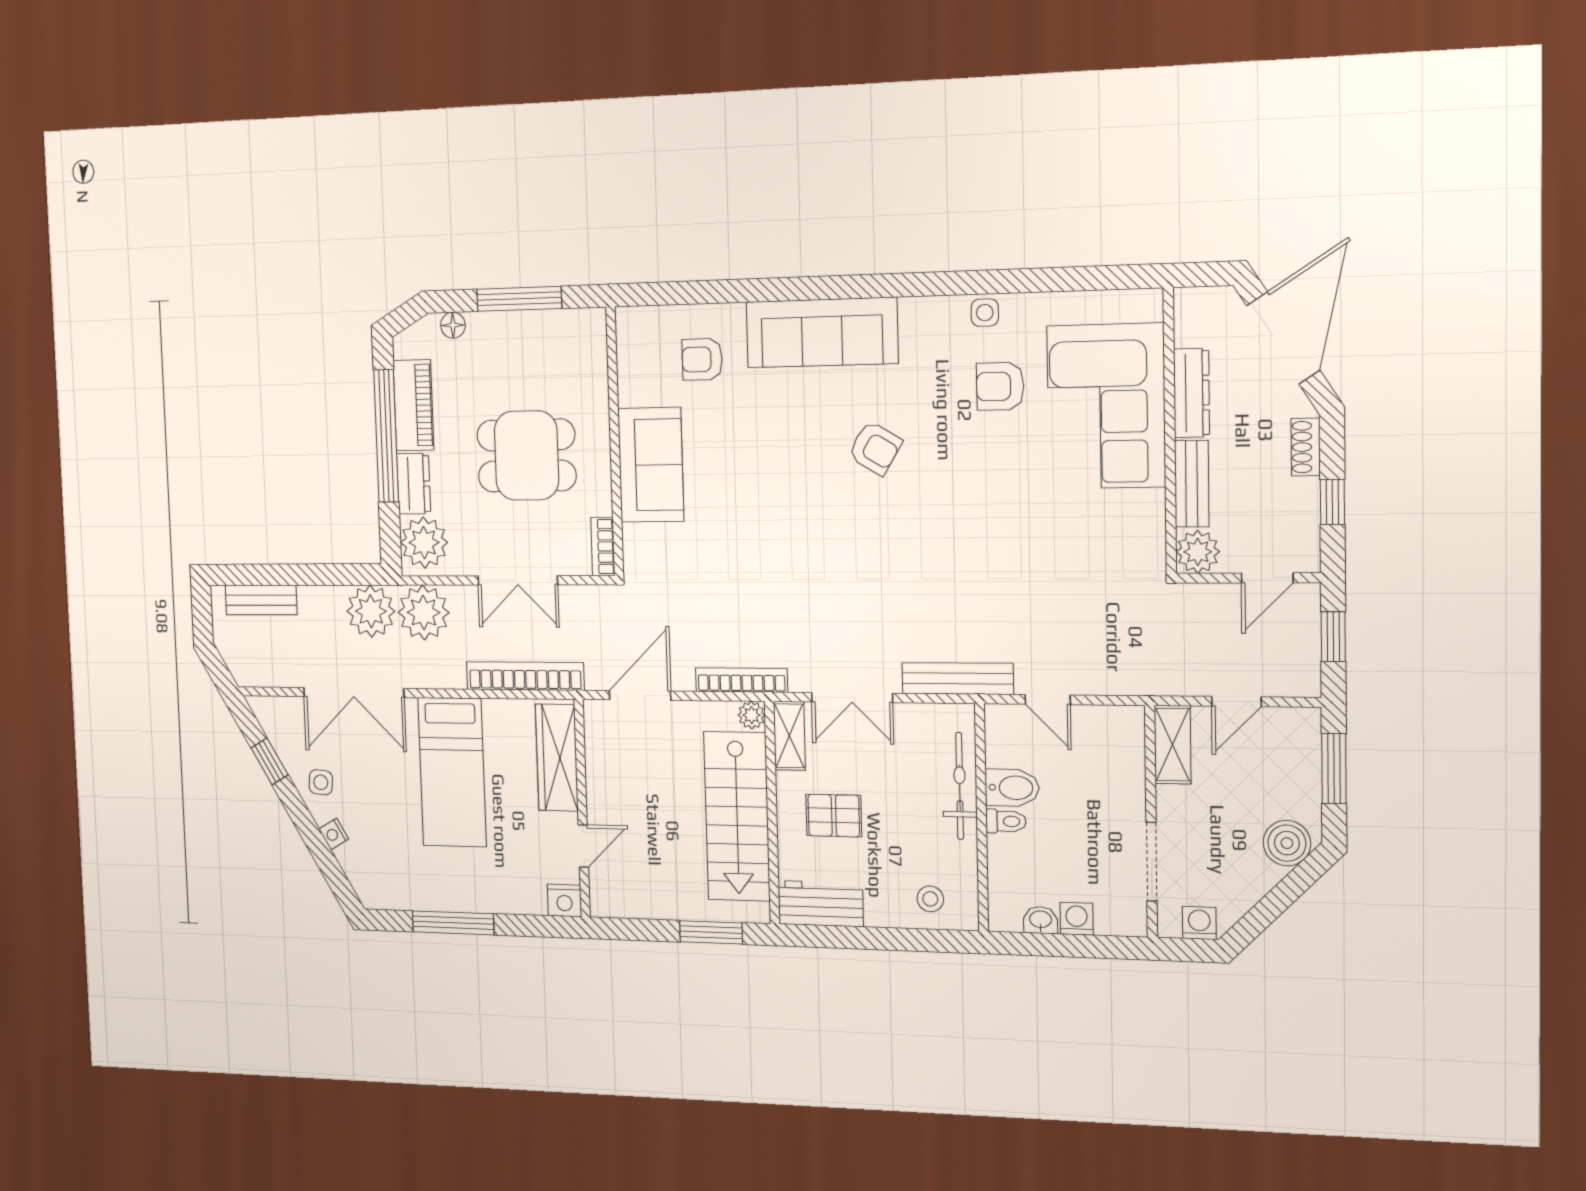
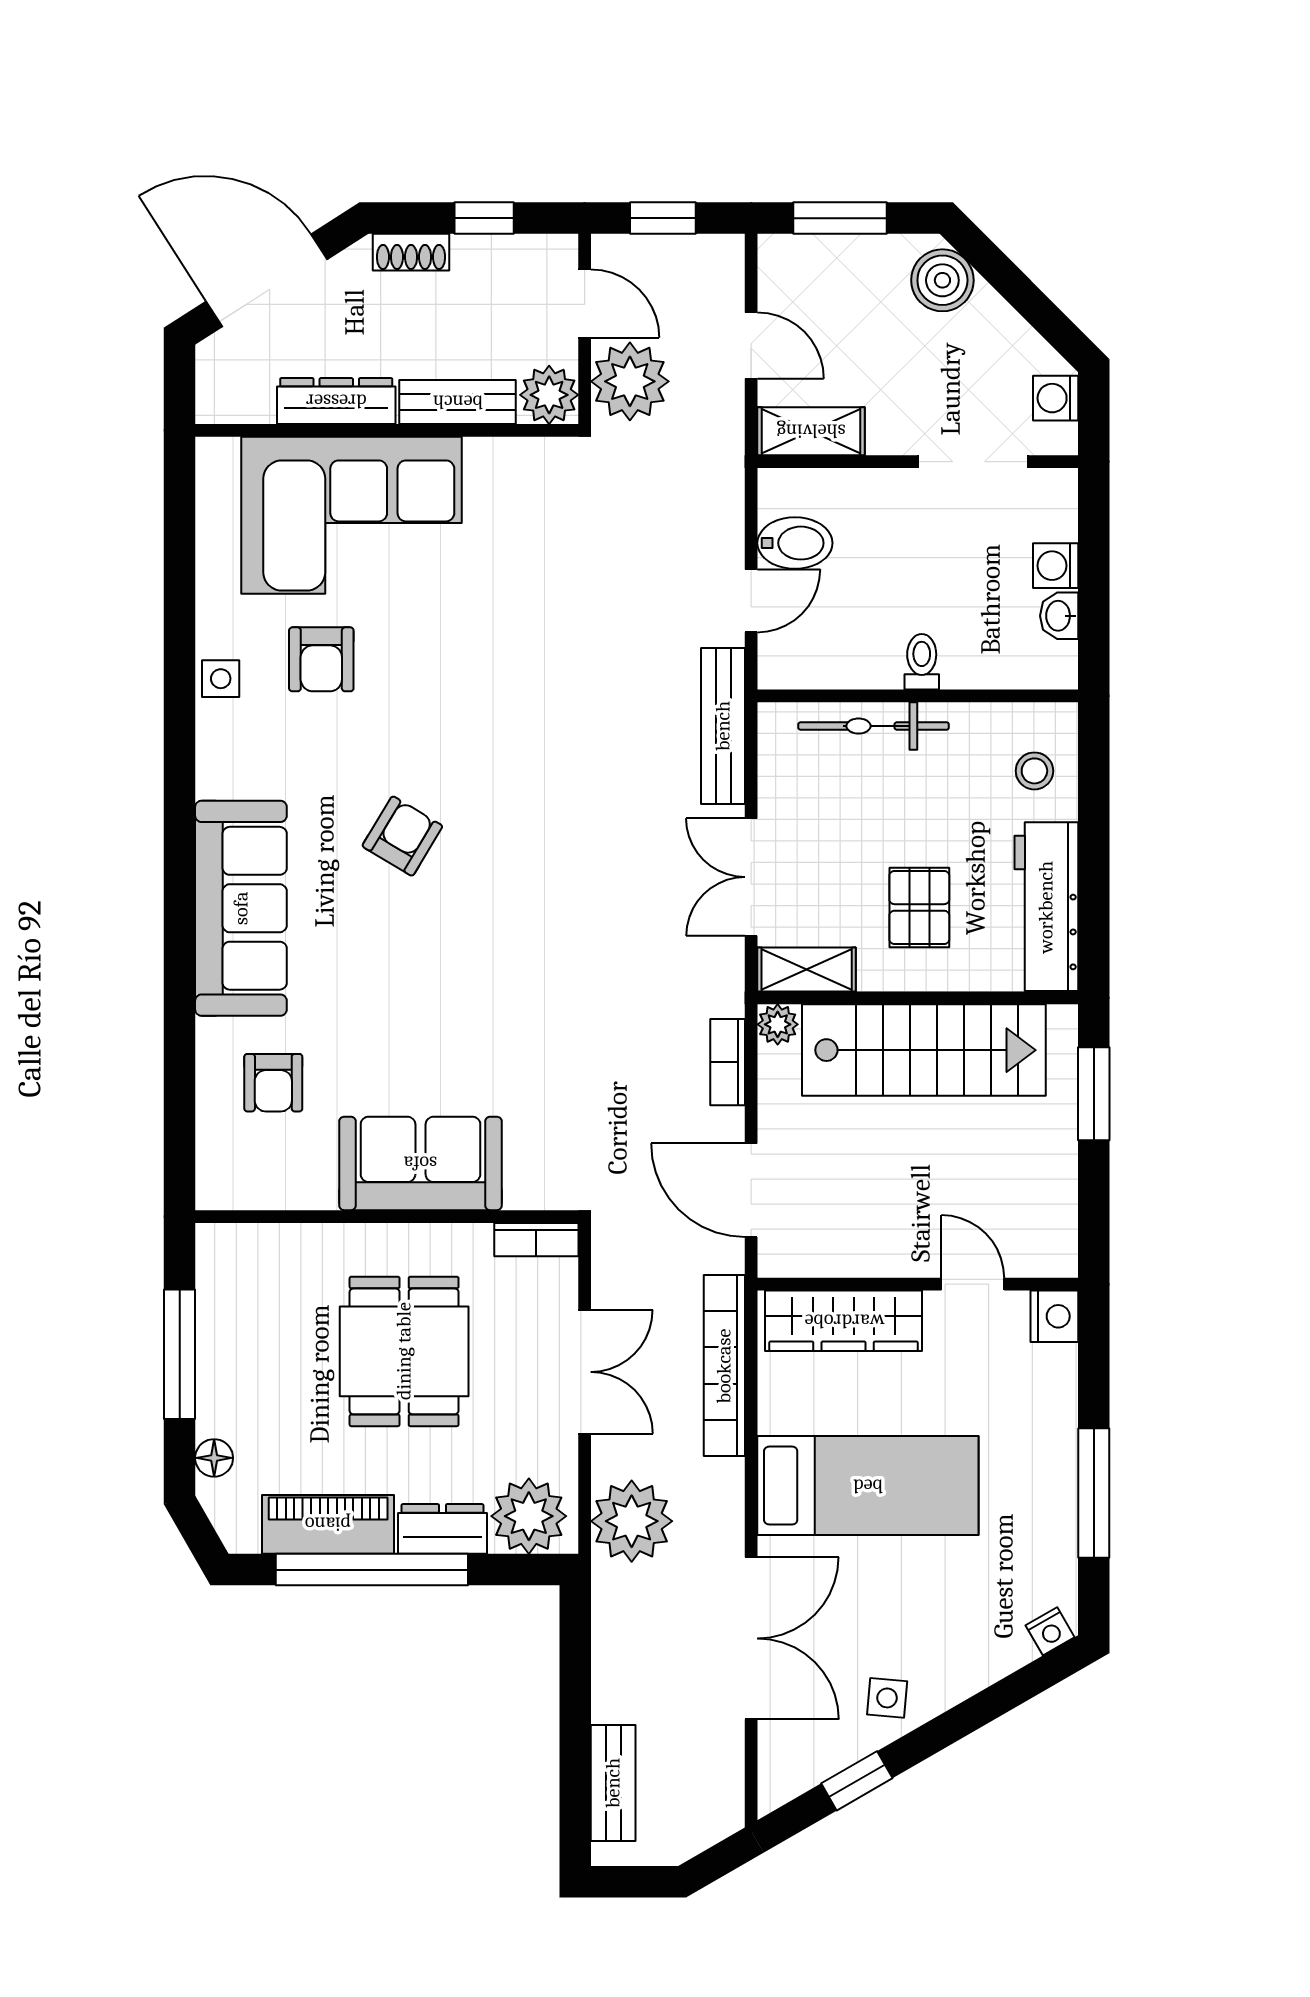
plant: (371, 611) -> (630, 381), moved
bookcase: (741, 680) -> (728, 1062), width x0.64
double door: (852, 698) -> (751, 877), swing flipped
bidet: (1012, 788) -> (795, 543), moved, turned 90
nightstand: (334, 834) -> (1050, 1631), moved
workbench: (821, 904) -> (1046, 907), width x1.38

